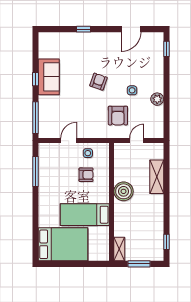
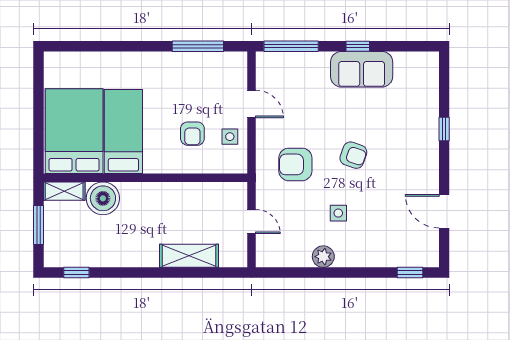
armchair: (118, 116) -> (295, 164), moved
boiler: (124, 191) -> (103, 198), moved
bed: (63, 244) -> (74, 131), moved, turned 180

